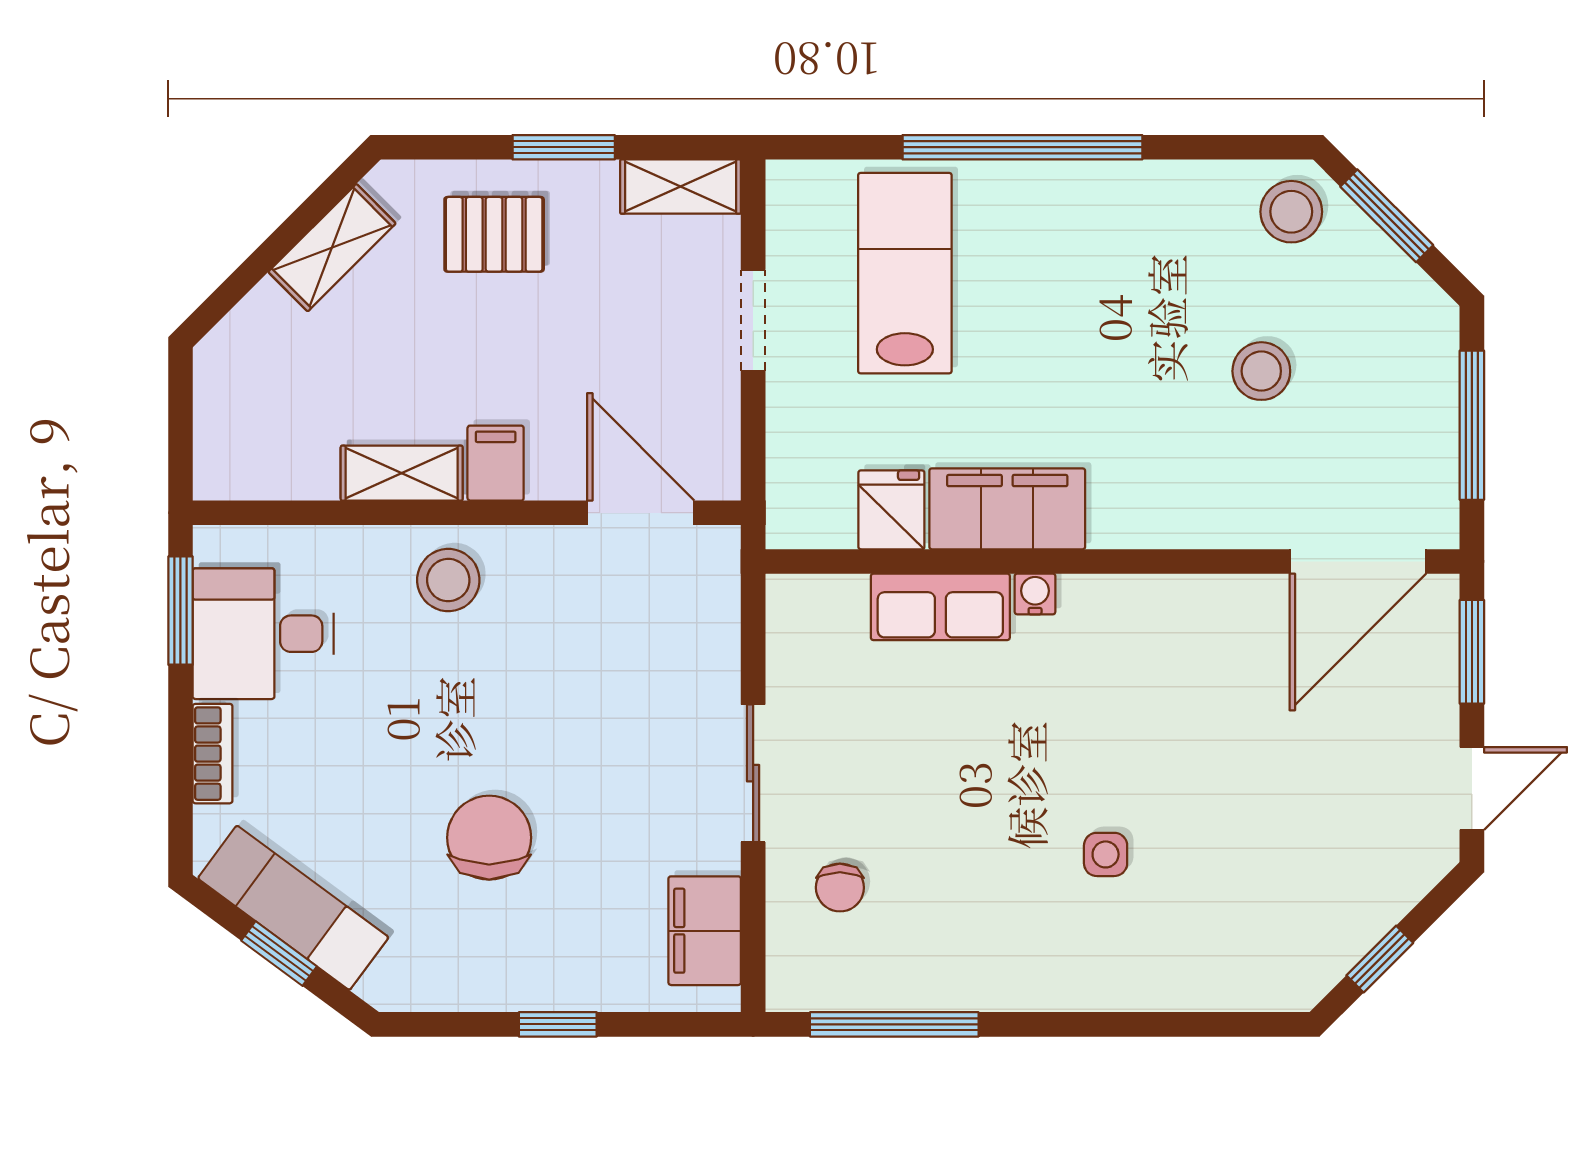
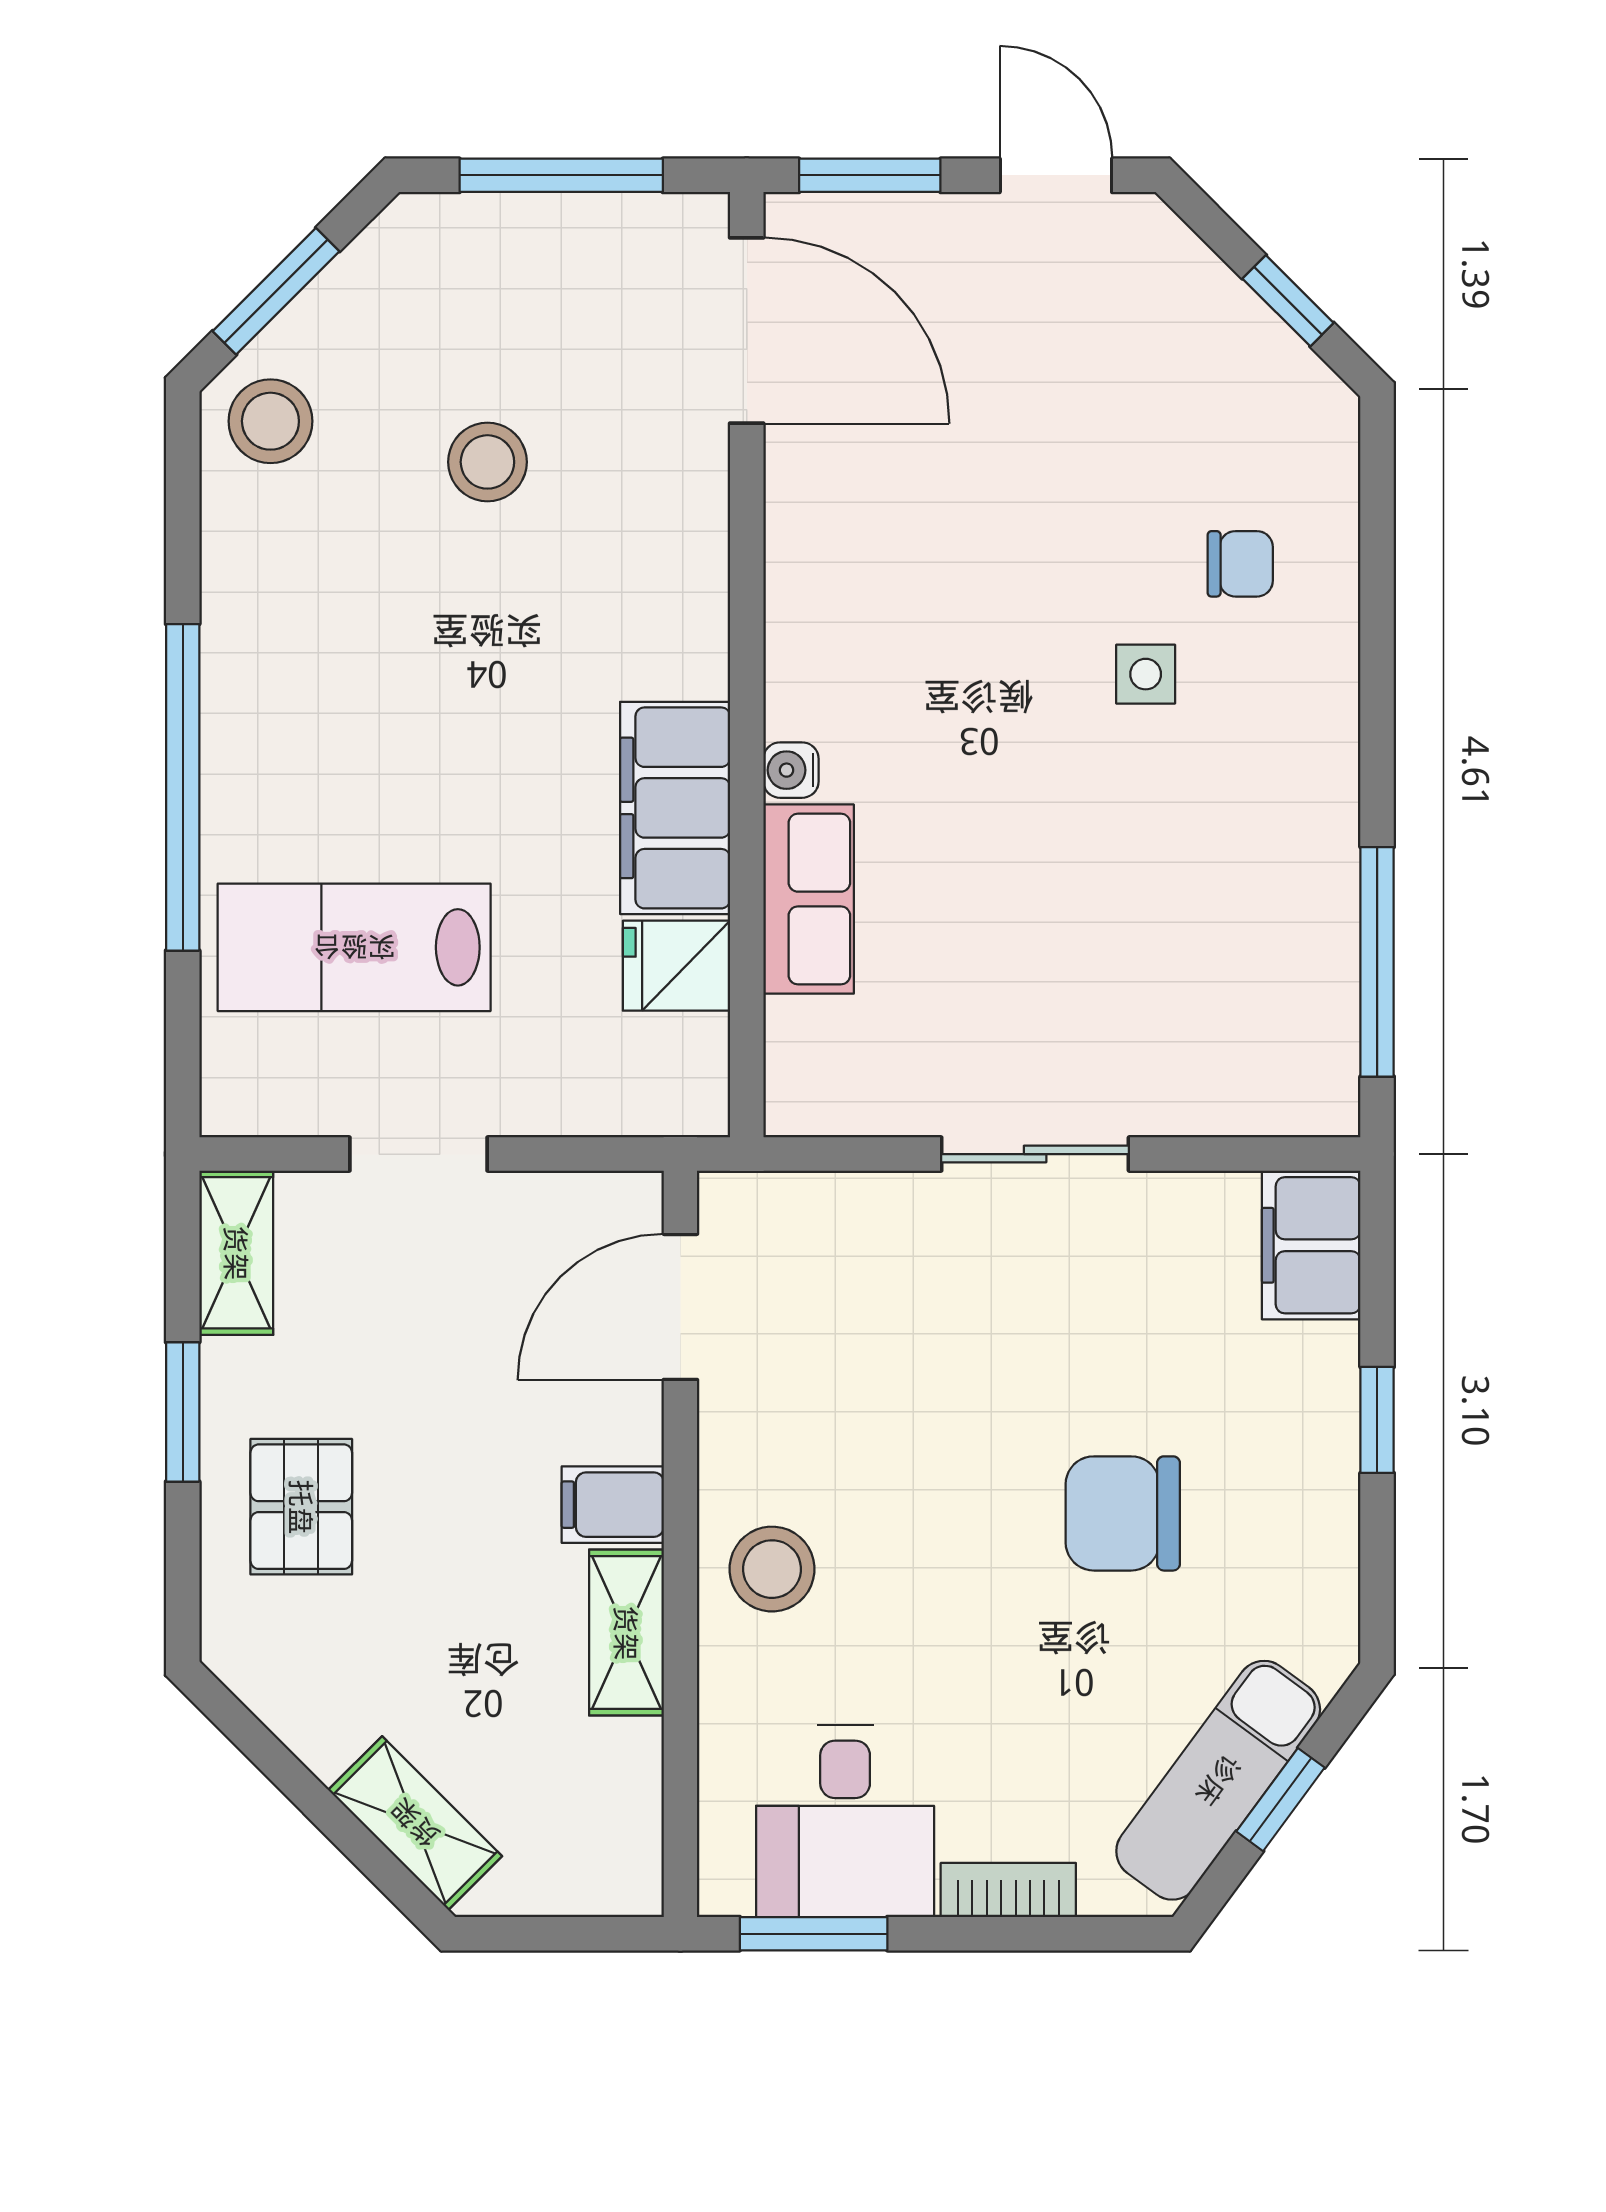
shelving: (332, 248) -> (415, 1823), moved
chair: (840, 888) -> (1240, 564), moved
filing cabinet: (705, 931) -> (1311, 1245), moved, turned 90

